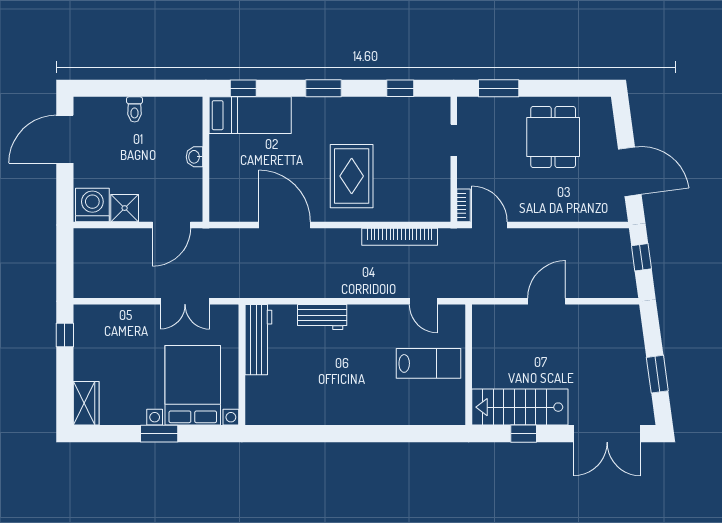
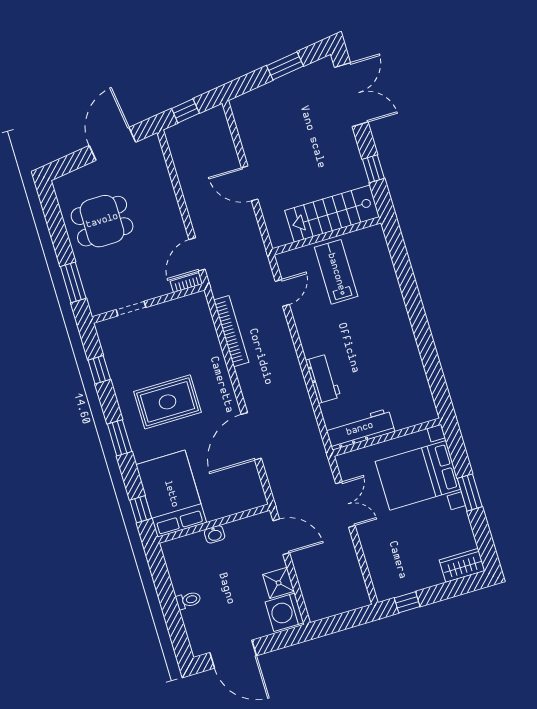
bed: (250, 115) -> (171, 494), width x1.50
rug: (352, 176) -> (168, 402), moved
stairs: (520, 407) -> (332, 214), moved, turned 90

